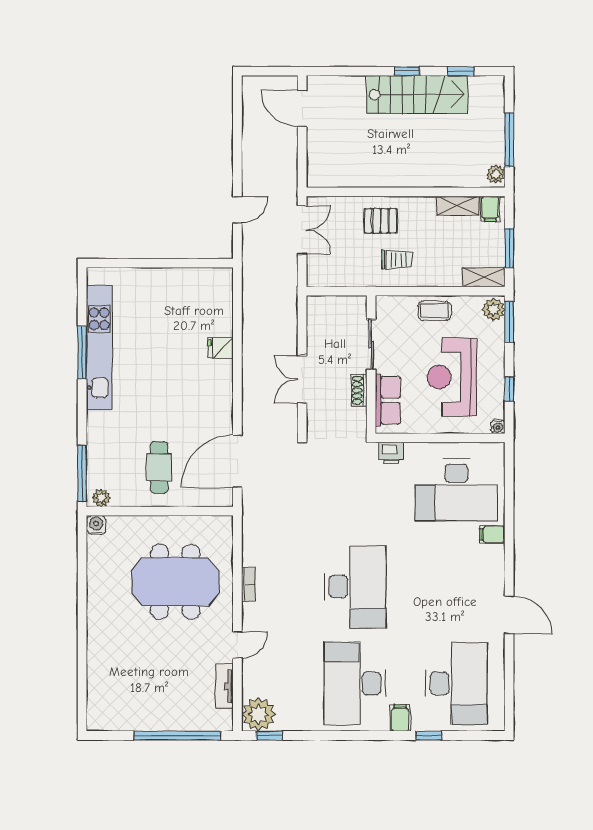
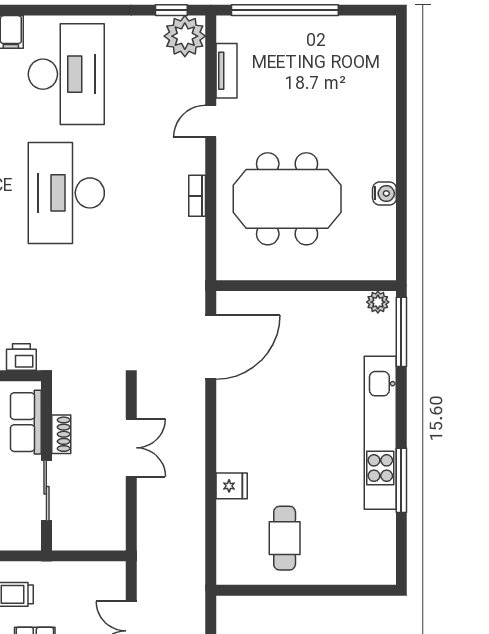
kitchen unit: (99, 348) -> (380, 433), moved
cafe table: (159, 467) -> (285, 538), moved
water cooler: (96, 525) -> (384, 193), moved, turned -90

